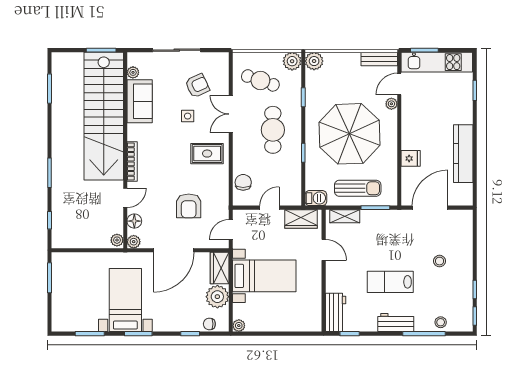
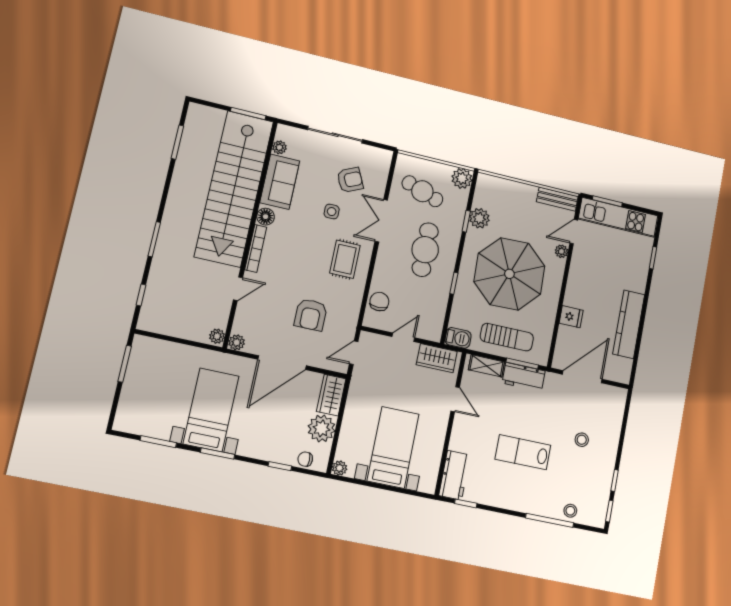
plant: (314, 61) -> (479, 218), moved
rug: (207, 154) -> (345, 259), turned 90
floor lamp: (134, 221) -> (266, 217), moved
bed with nightstands: (264, 276) -> (393, 447), moved, turned -90
workbench: (396, 323) -> (524, 377), moved, turned 180

